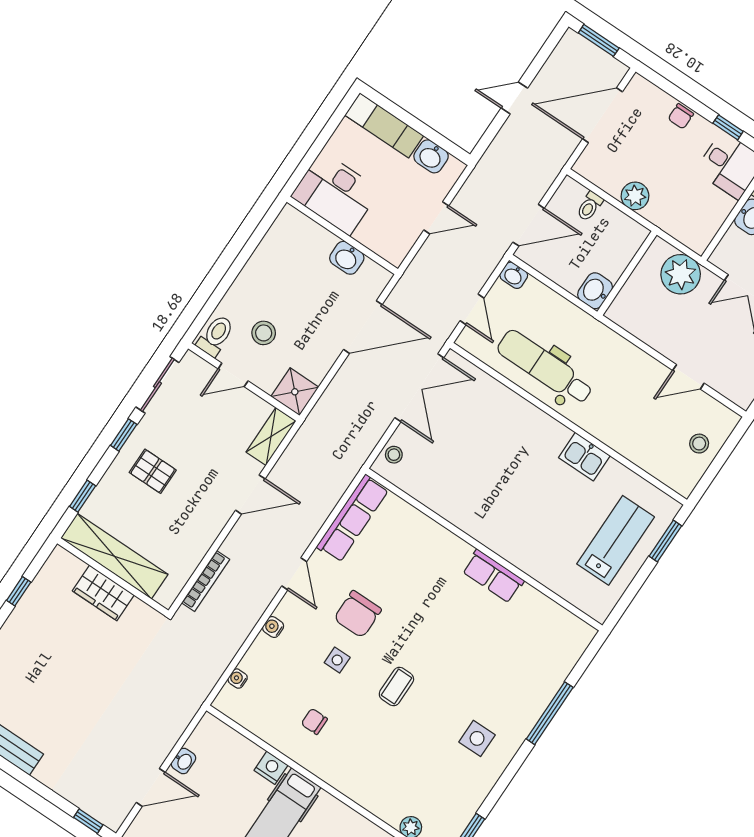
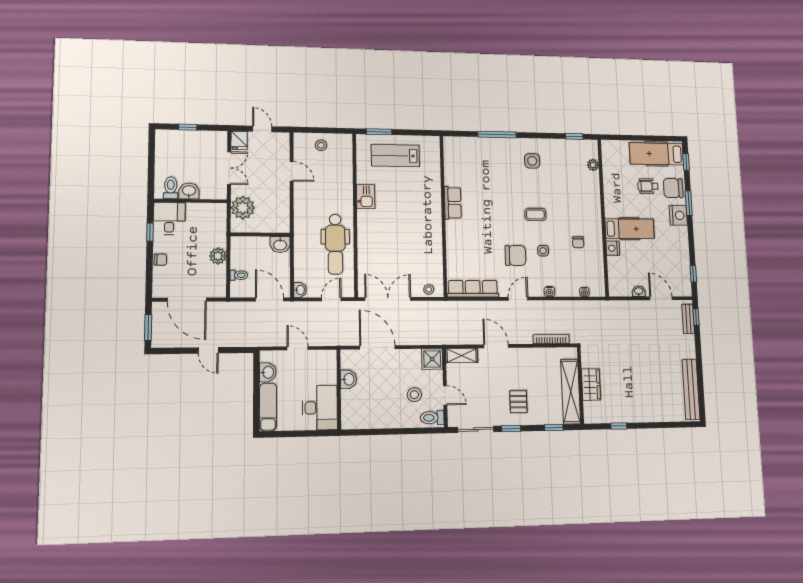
bench: (94, 807) -> (688, 319), added

